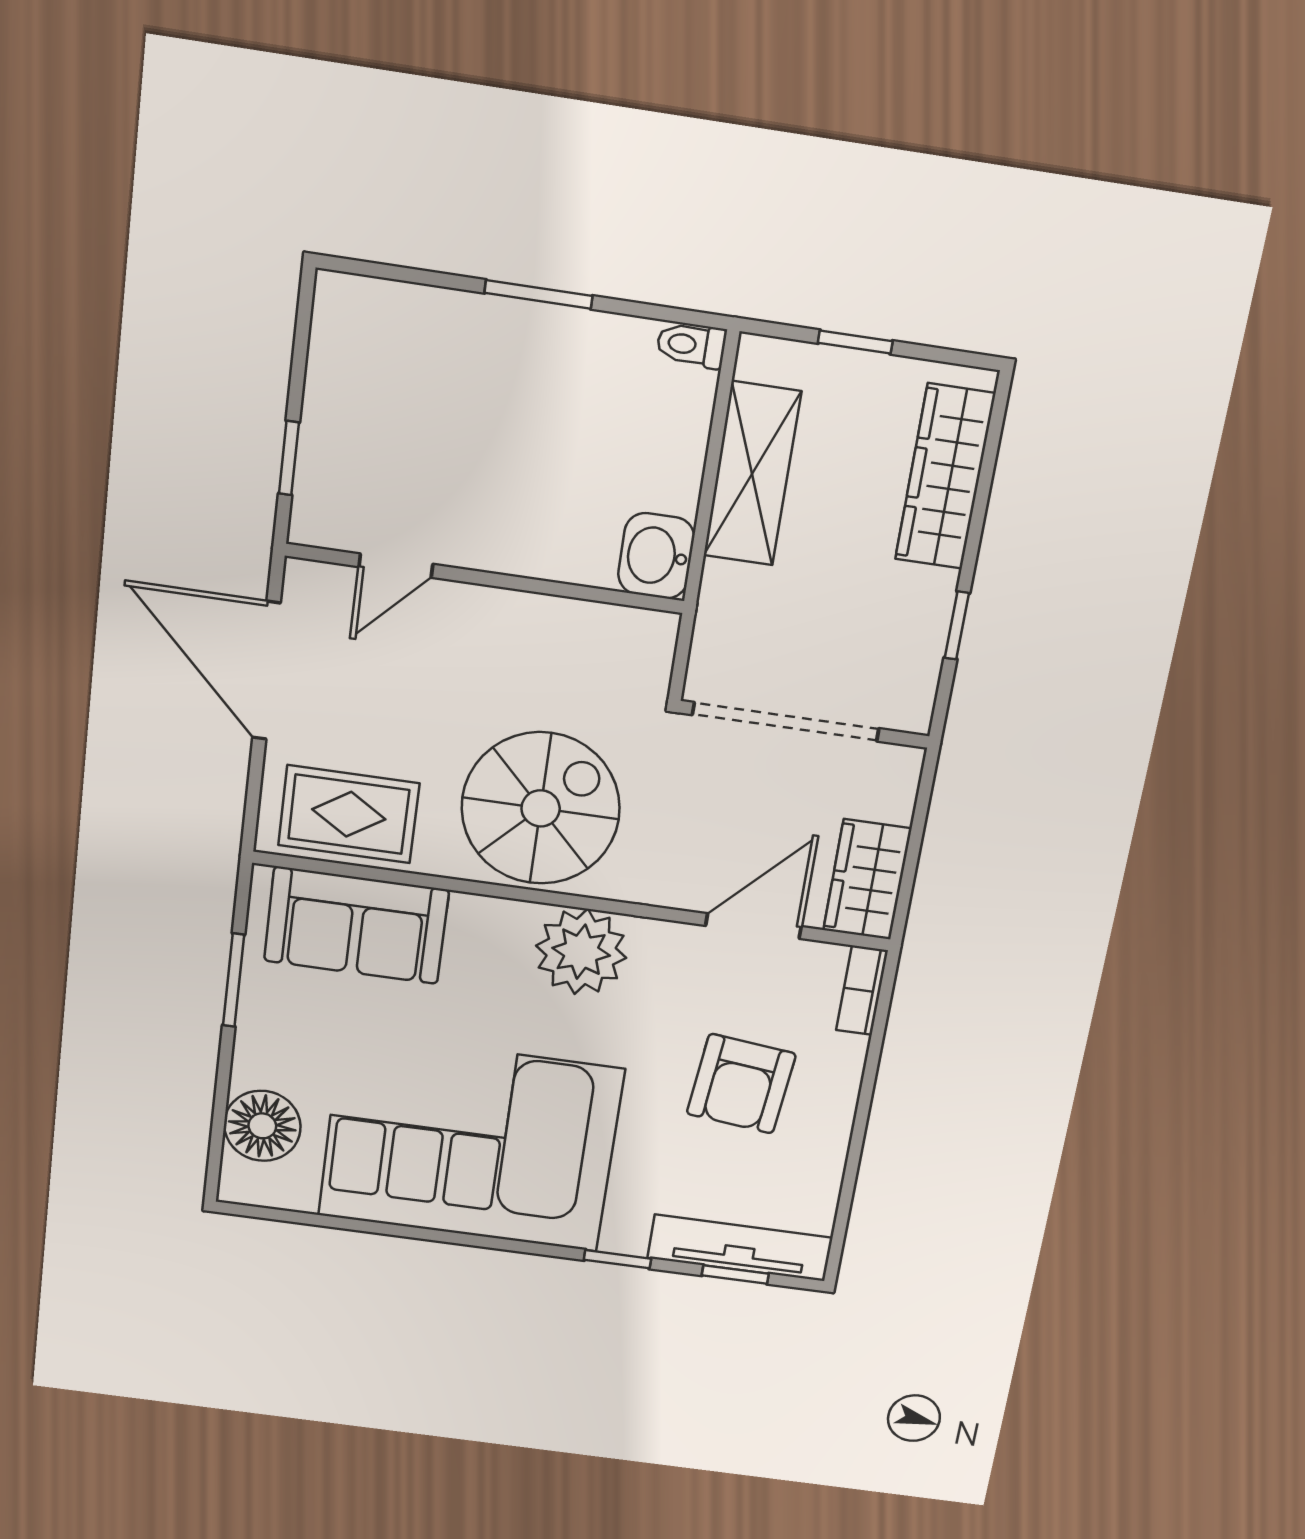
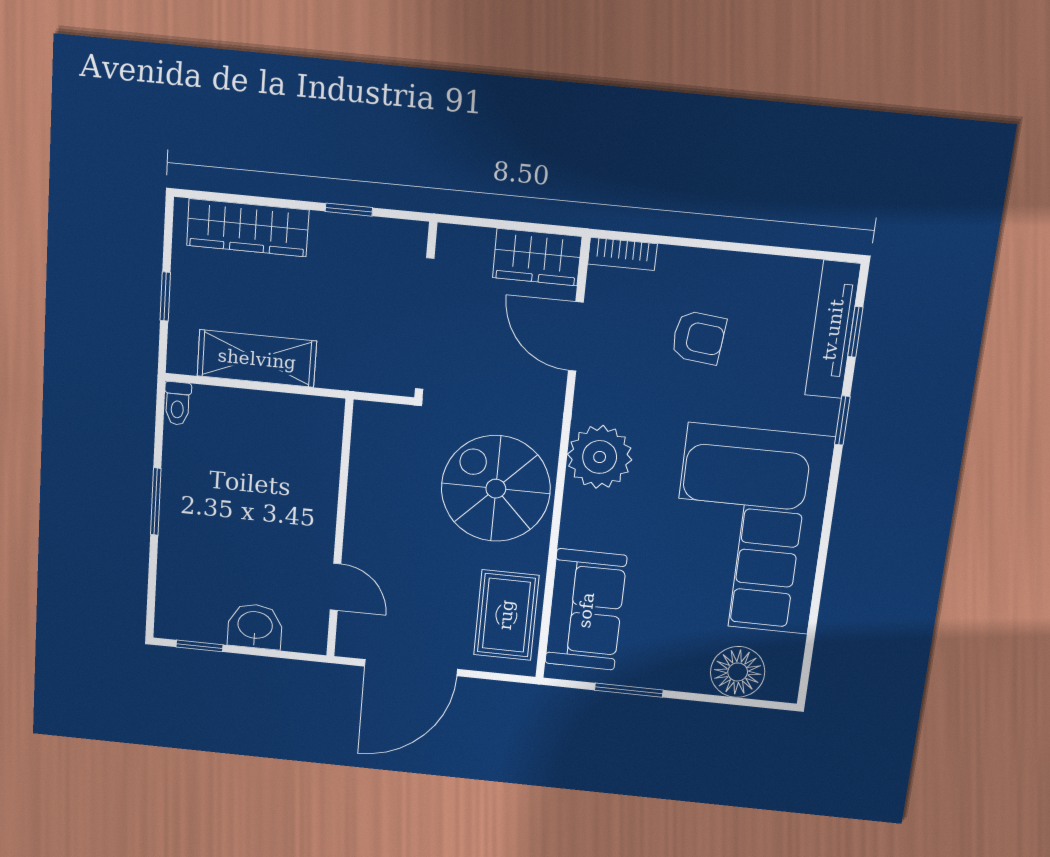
window: (289, 458) -> (199, 646), moved
washbasin: (656, 556) -> (255, 626), moved, turned 180
armchair: (741, 1084) -> (698, 337), width x0.72, depth x0.72

